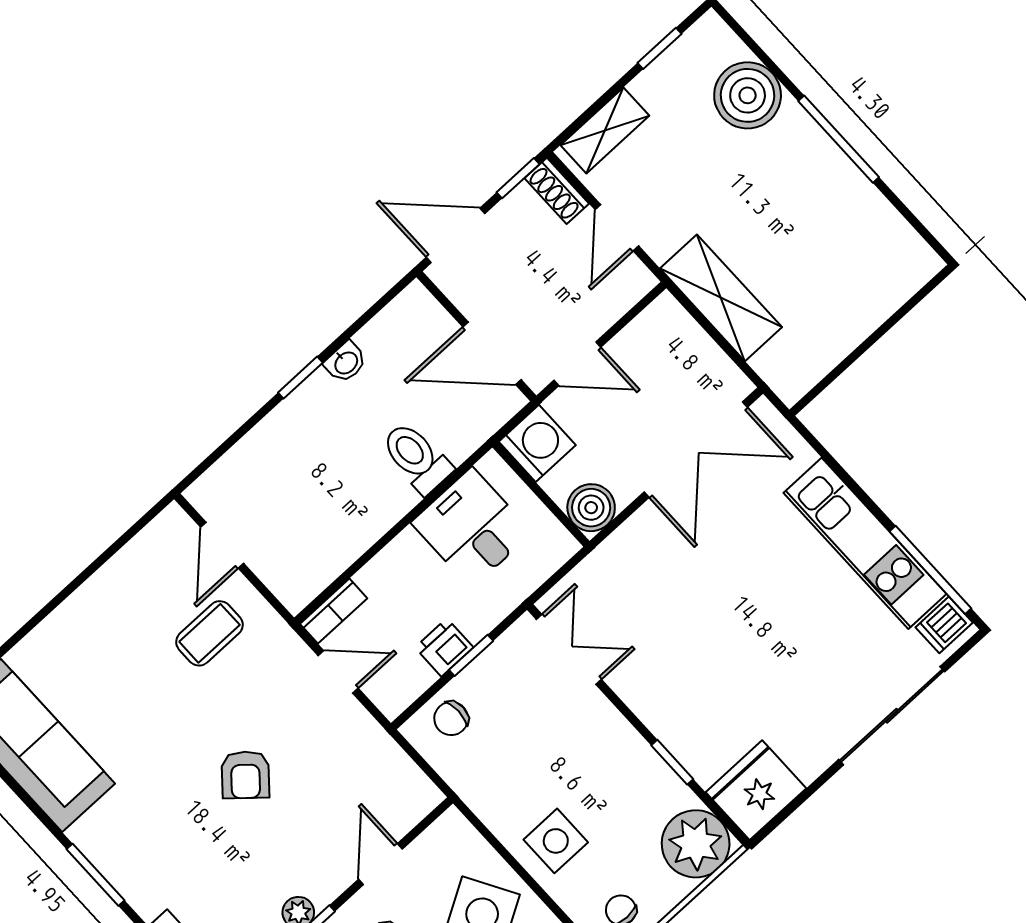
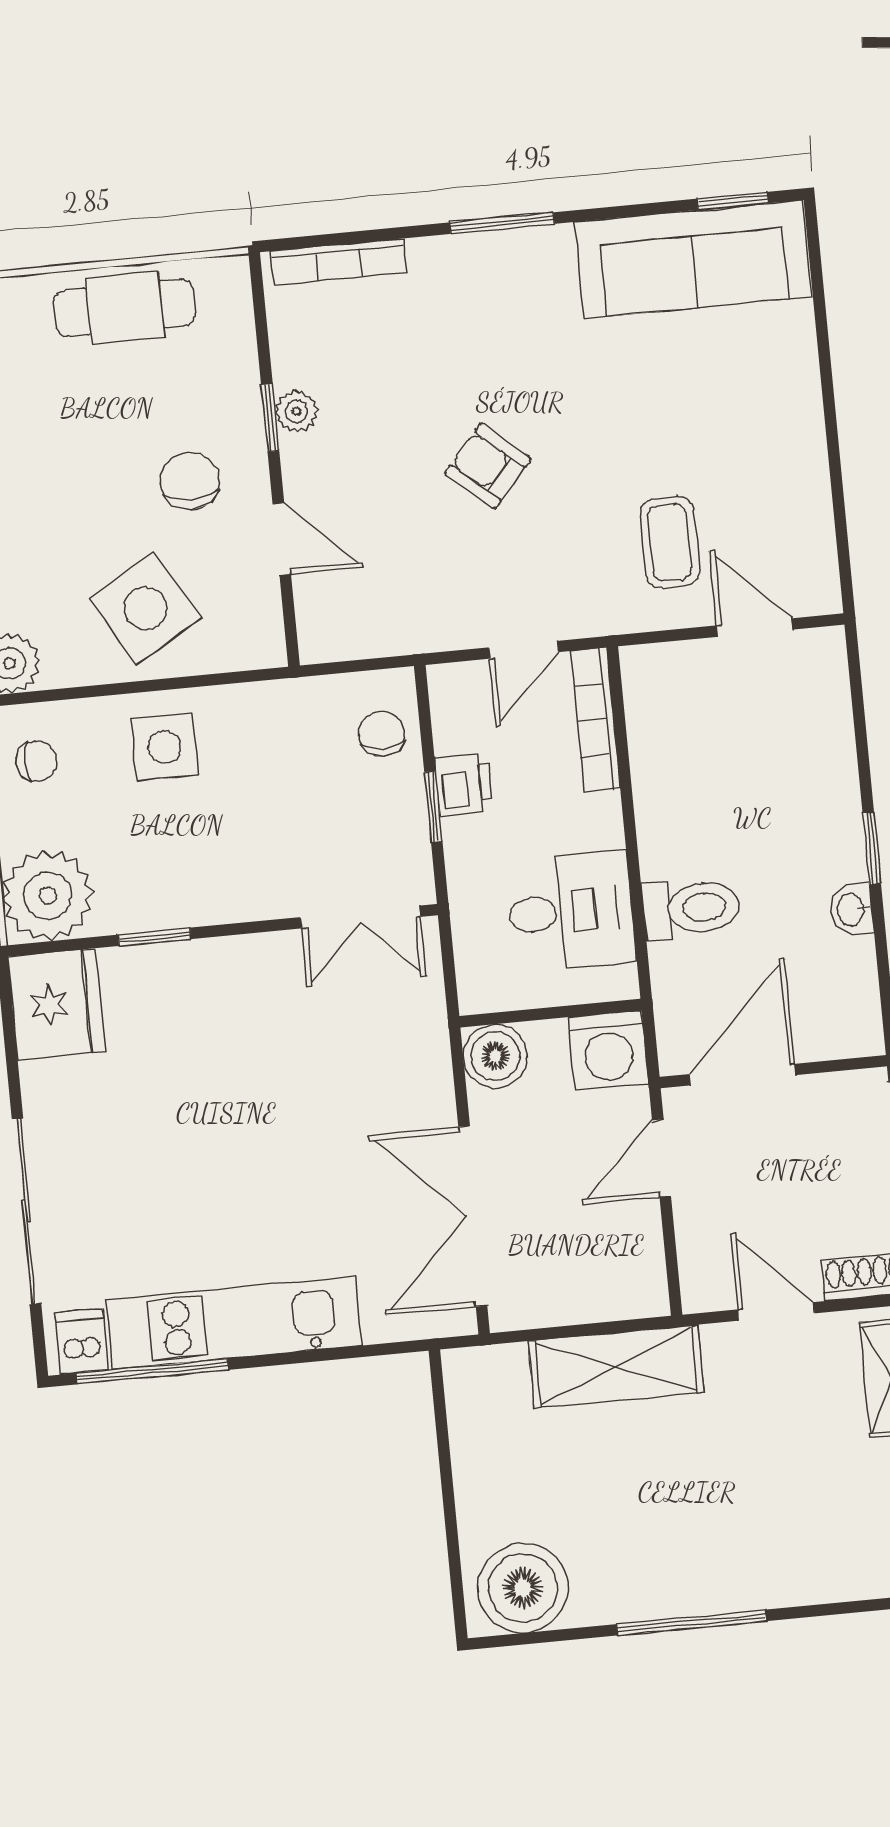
boiler: (748, 95) -> (523, 1588), moved
bookcase: (334, 611) -> (595, 720), width x1.56

